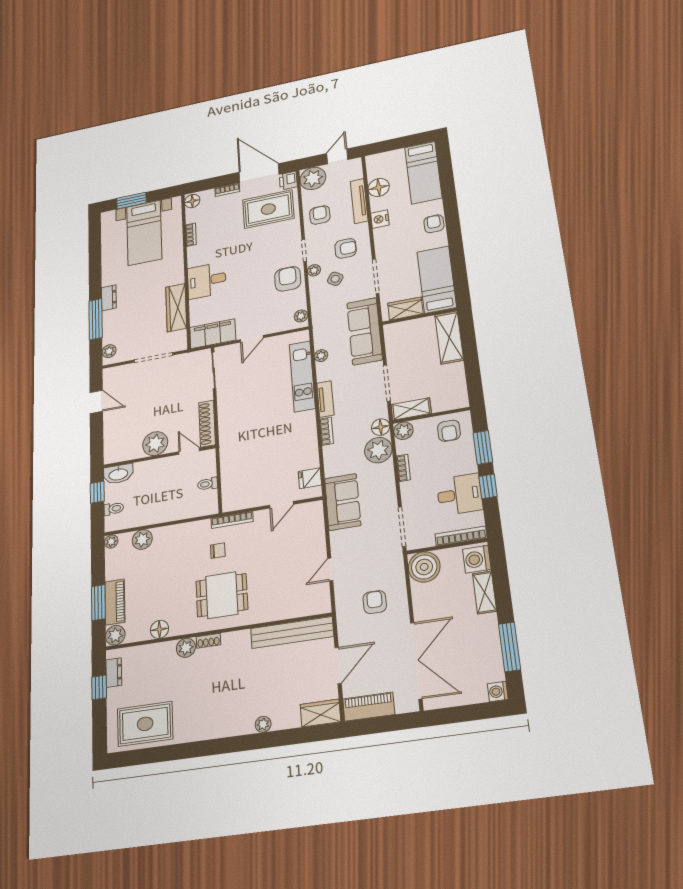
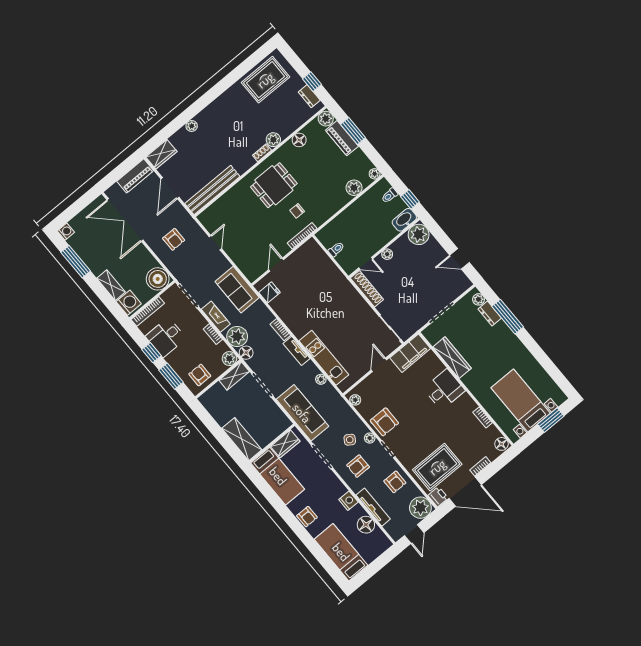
dresser: (109, 298) -> (490, 313), moved
plant: (155, 444) -> (387, 254), width x0.53, depth x0.53
plant: (116, 450) -> (419, 234), added
fireplace: (387, 485) -> (216, 317), added

